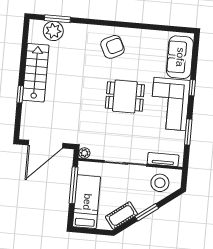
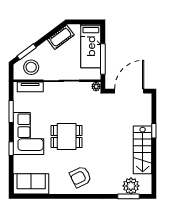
sofa: (180, 57) -> (31, 184), moved, turned -90
window: (147, 212) -> (27, 52), moved

